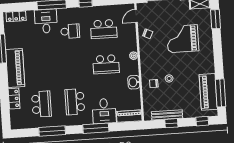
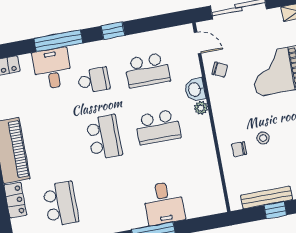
door: (136, 16) -> (198, 43), swing flipped
washbasin: (134, 82) -> (195, 90), moved
school desk: (75, 102) -> (104, 137), moved, turned 180
piano: (129, 116) -> (206, 207), removed

